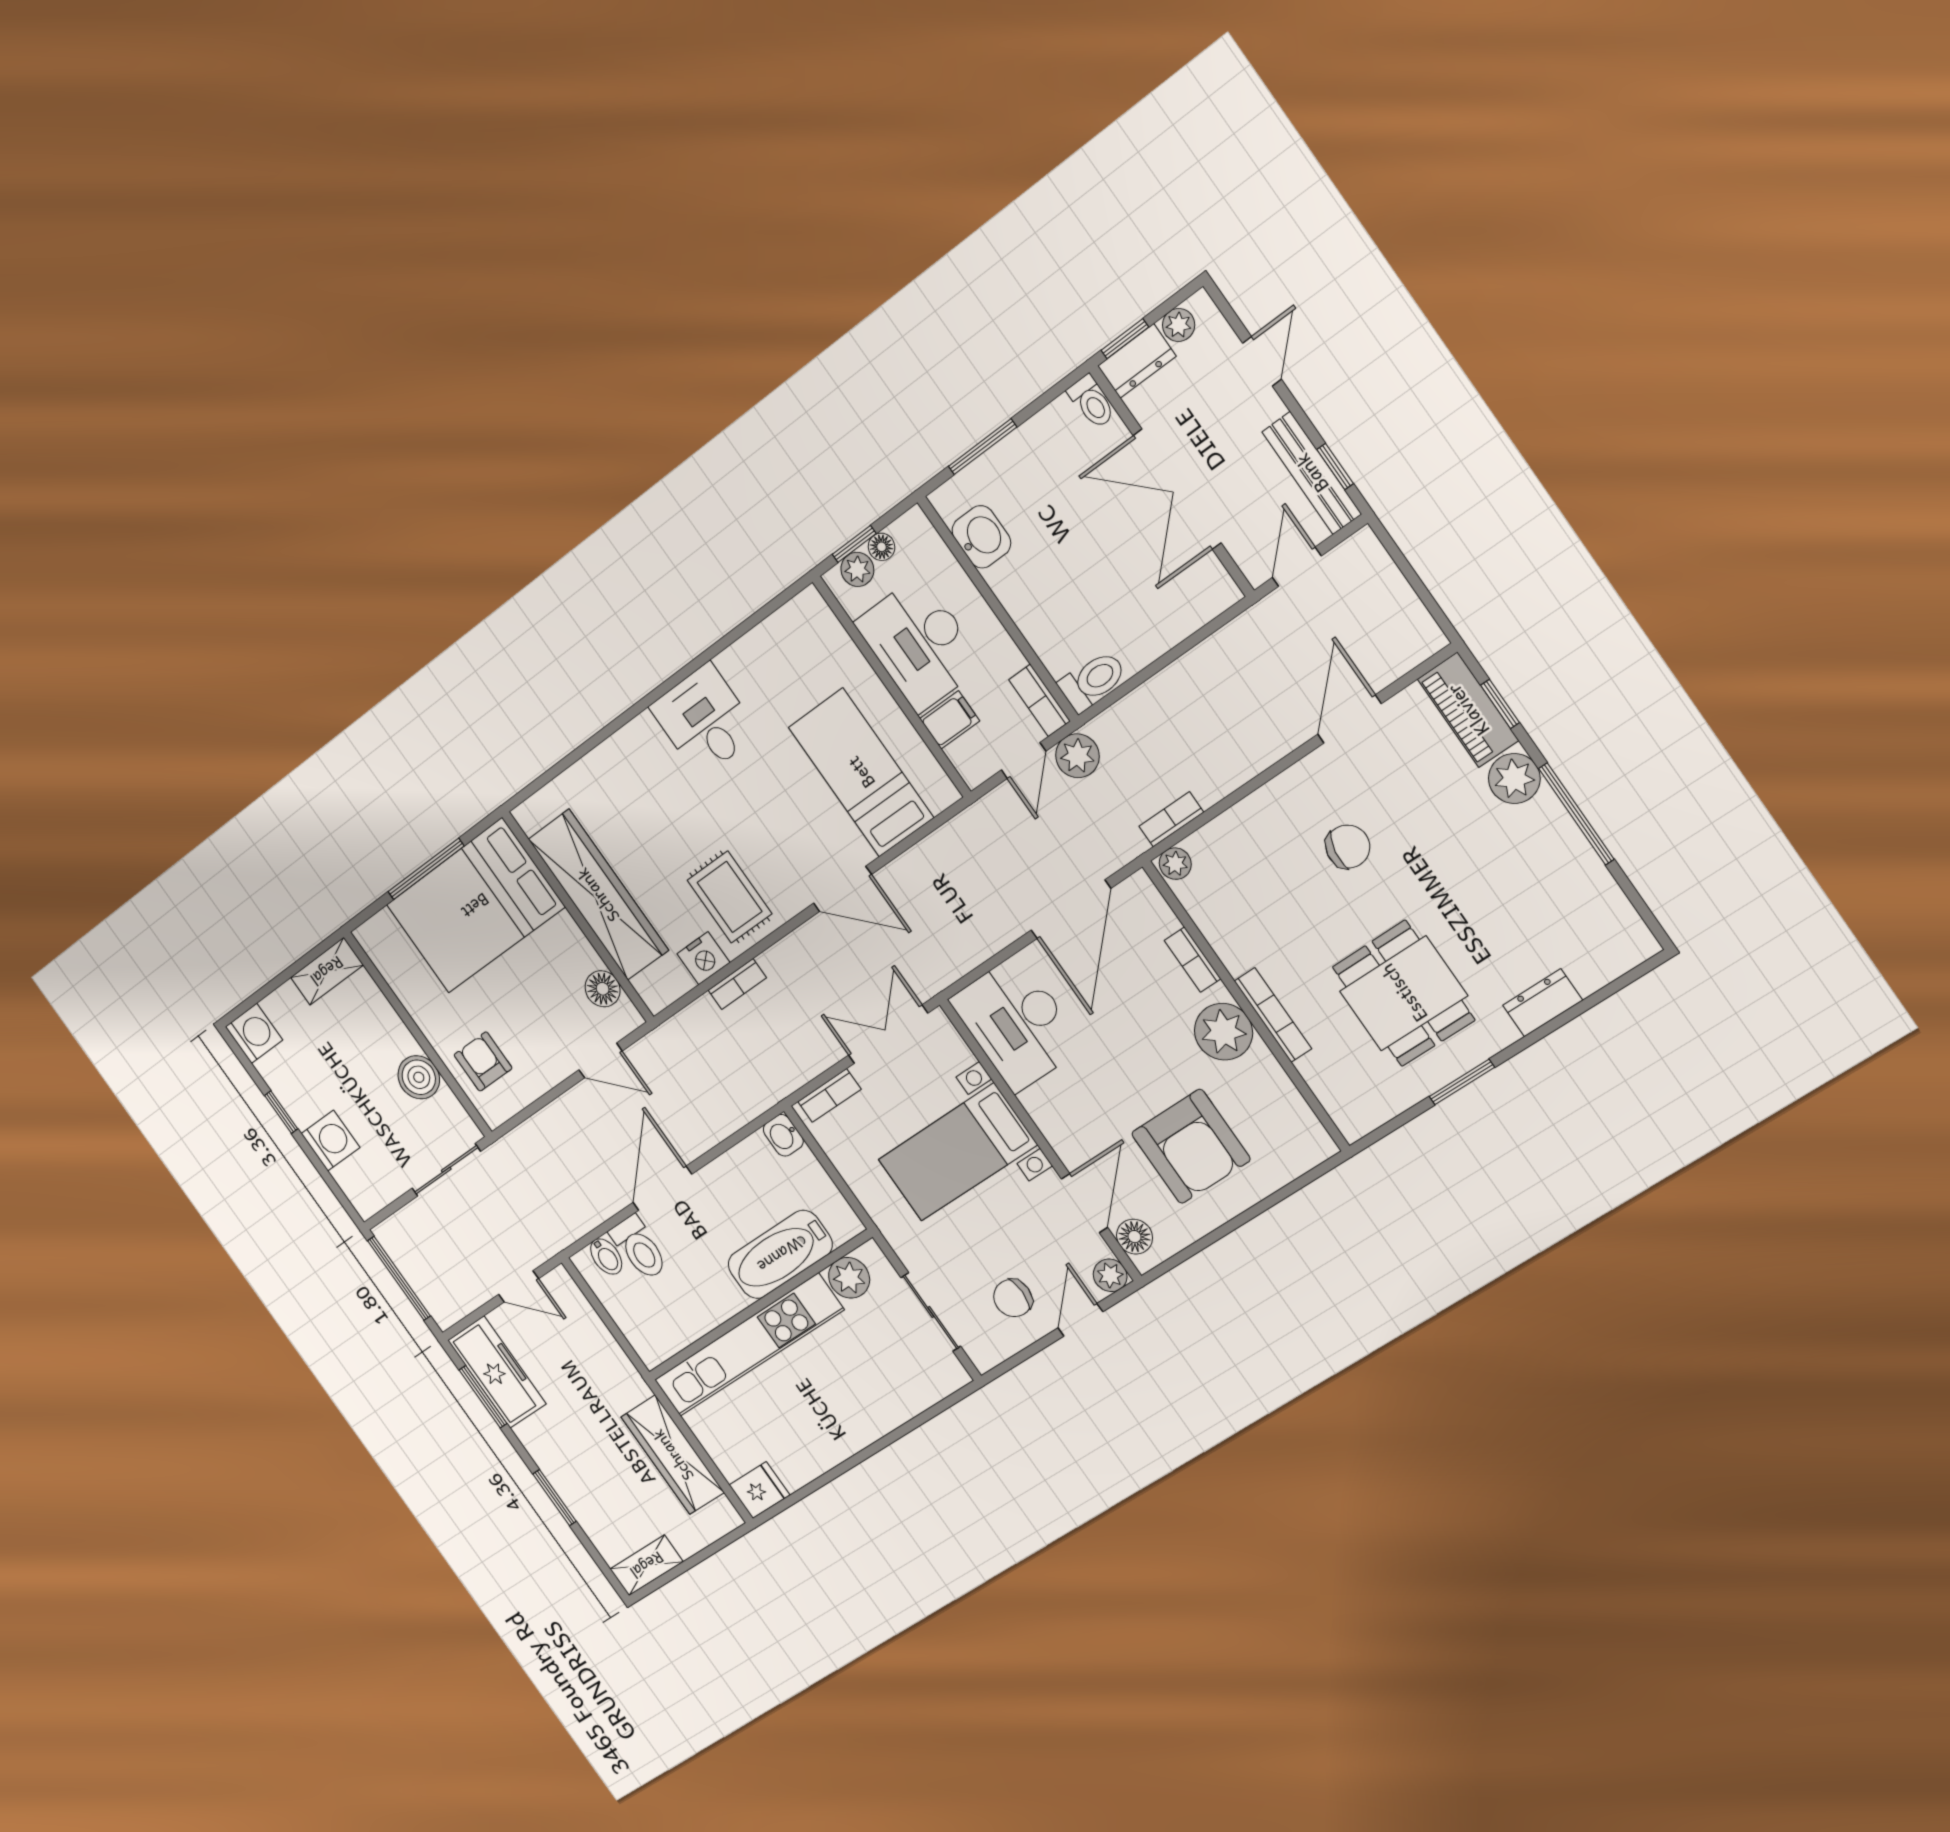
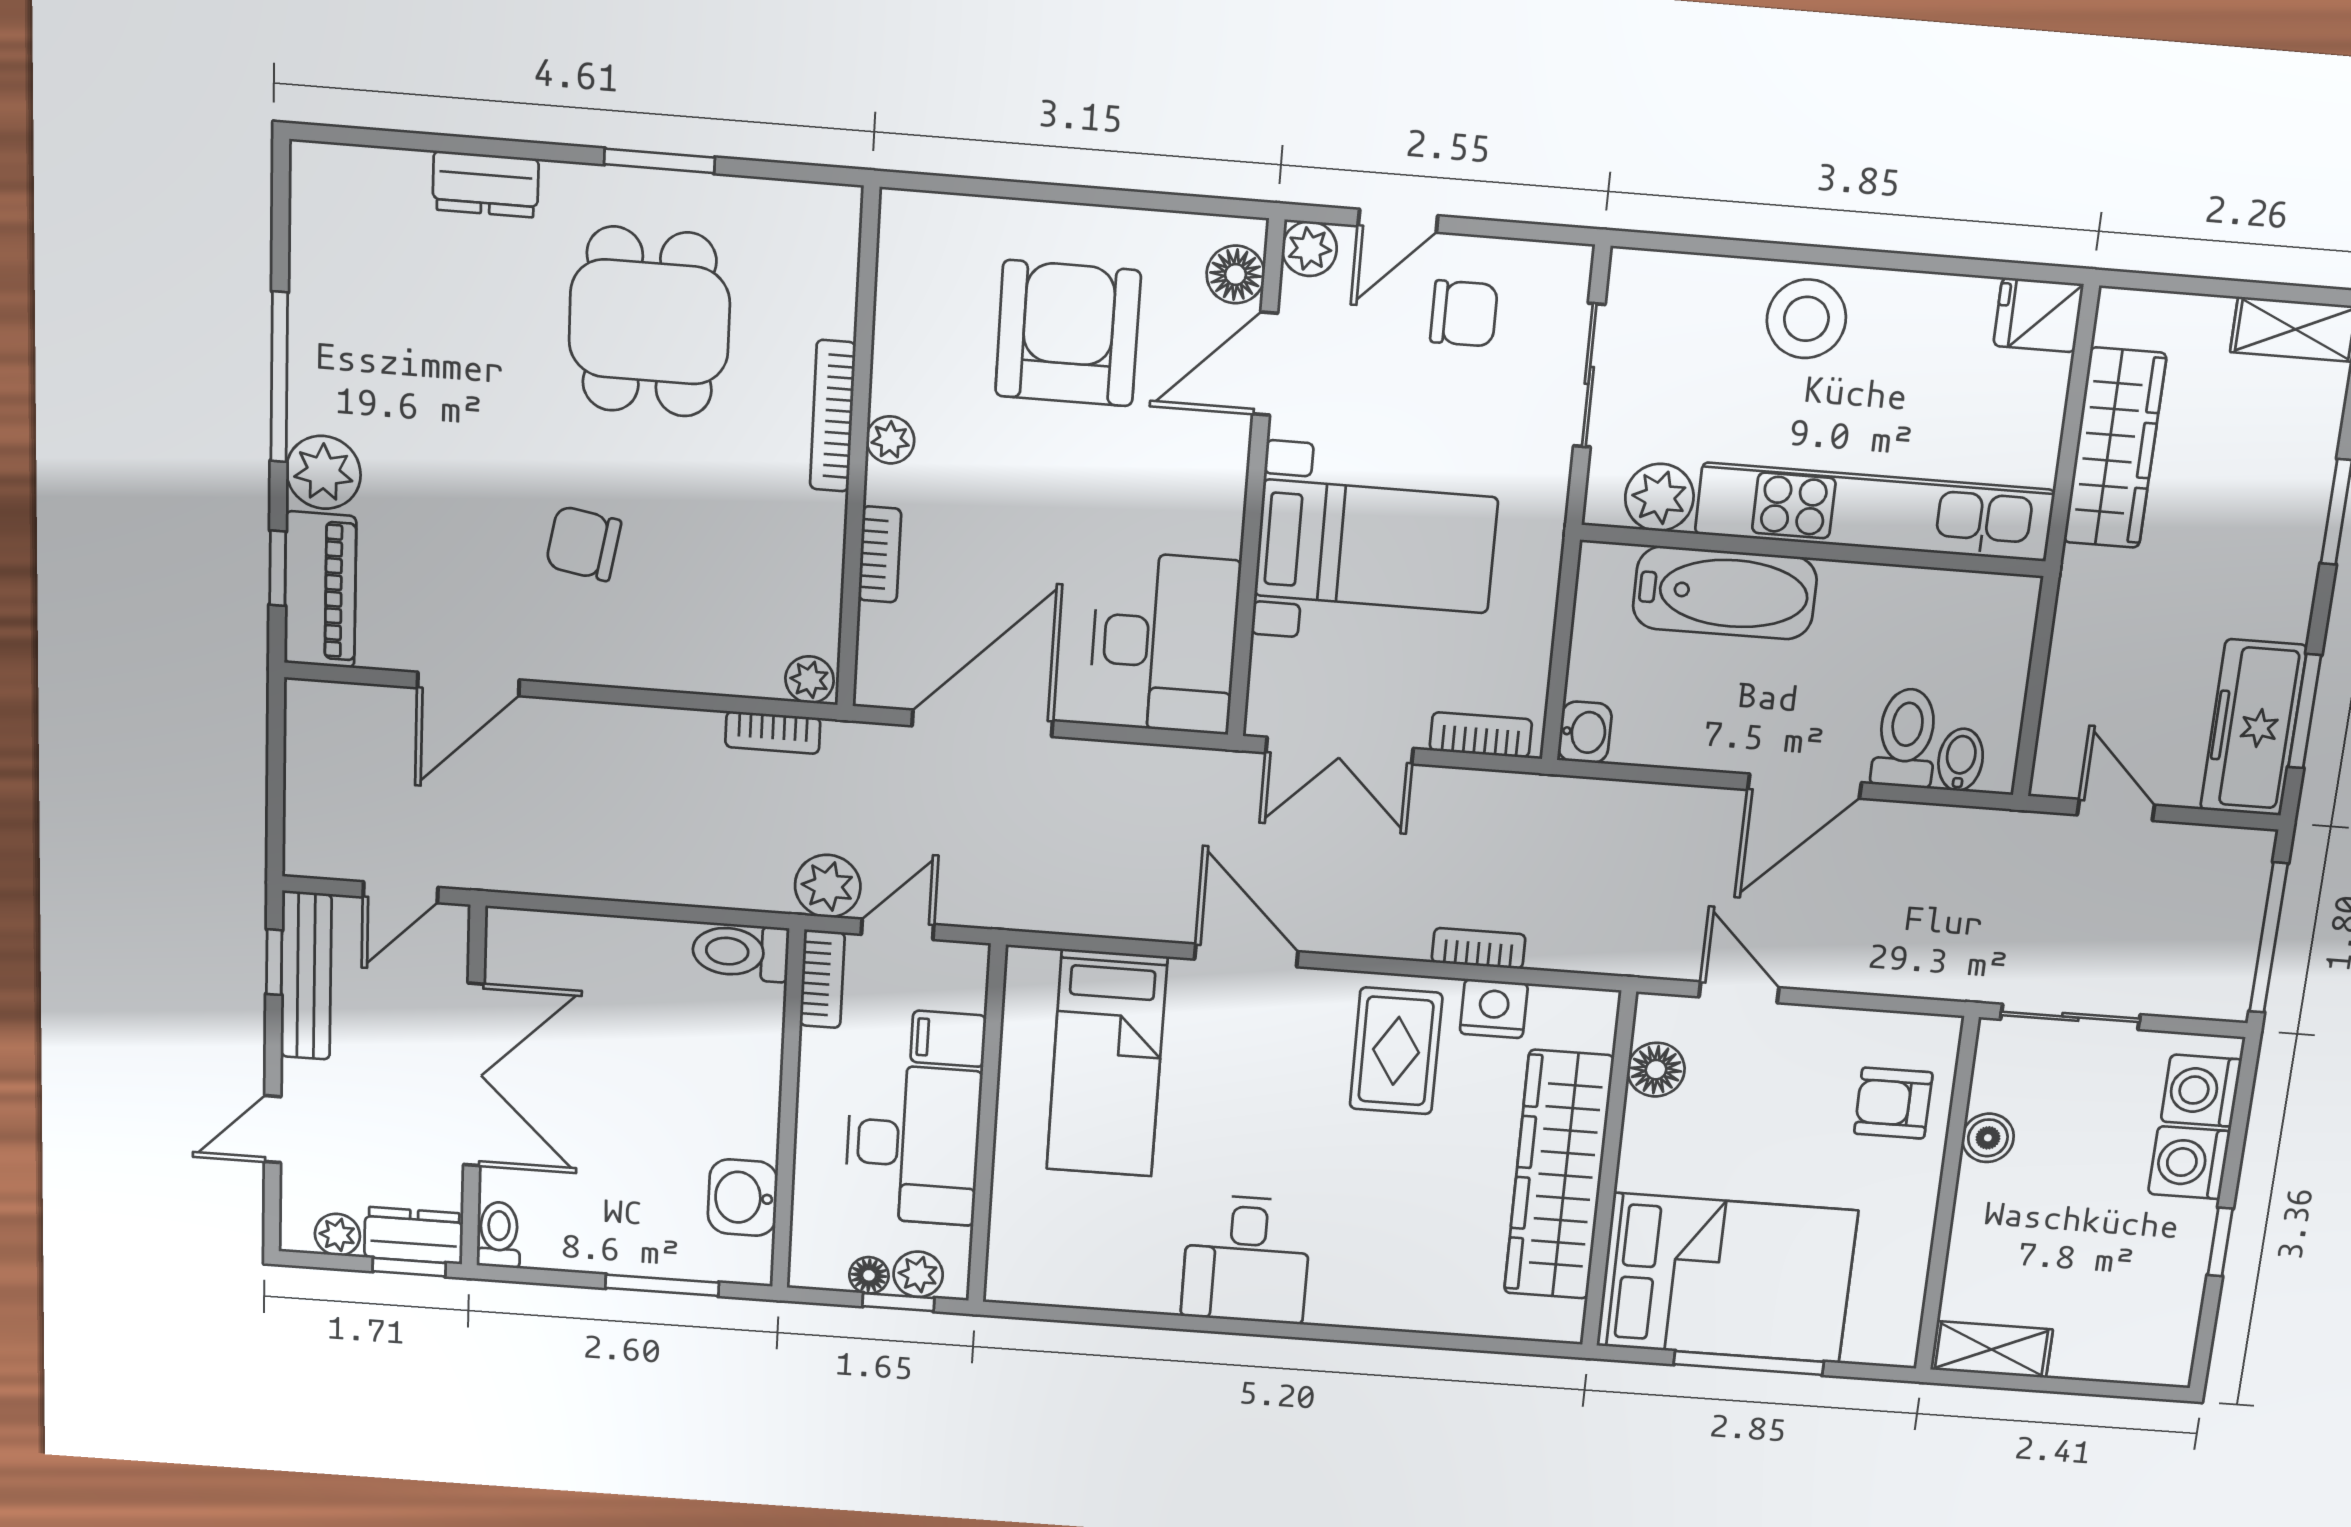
plant: (1224, 1032) -> (890, 440), width x0.53, depth x0.53
washing machine: (254, 1033) -> (2201, 1091), moved
armchair: (483, 1061) -> (1893, 1103), turned 90
boiler: (419, 1077) -> (1988, 1138), width x0.73, depth x0.73
stool: (858, 1412) -> (1806, 319), added

